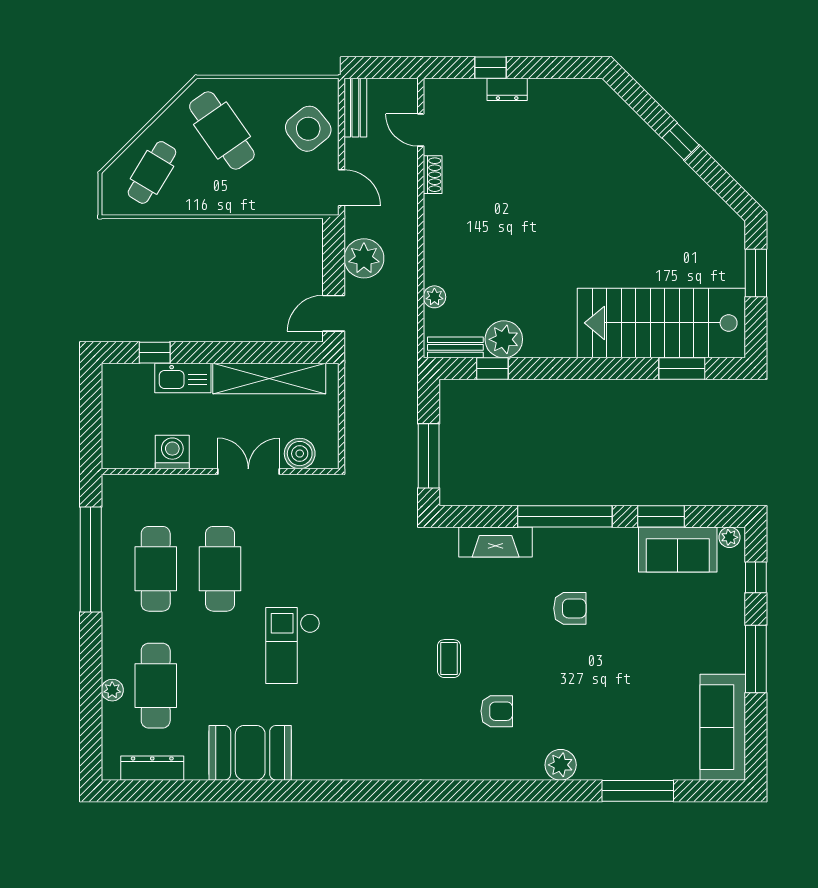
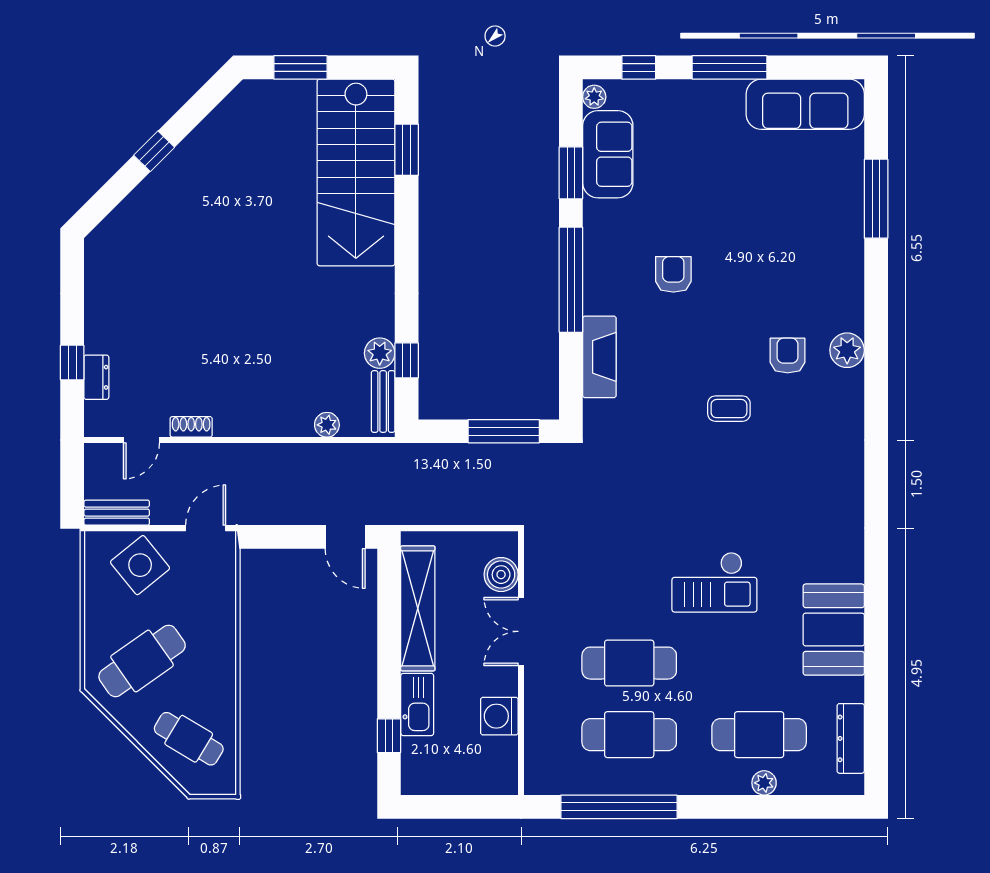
dresser: (507, 89) -> (96, 377), moved
plant: (364, 258) -> (284, 503), removed
plant: (504, 339) -> (380, 353), width x0.73, depth x0.73
plant: (561, 765) -> (847, 350), moved

